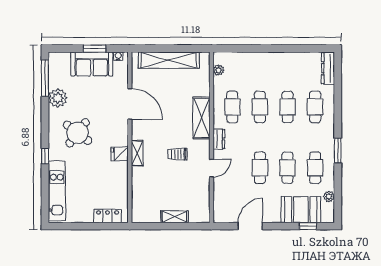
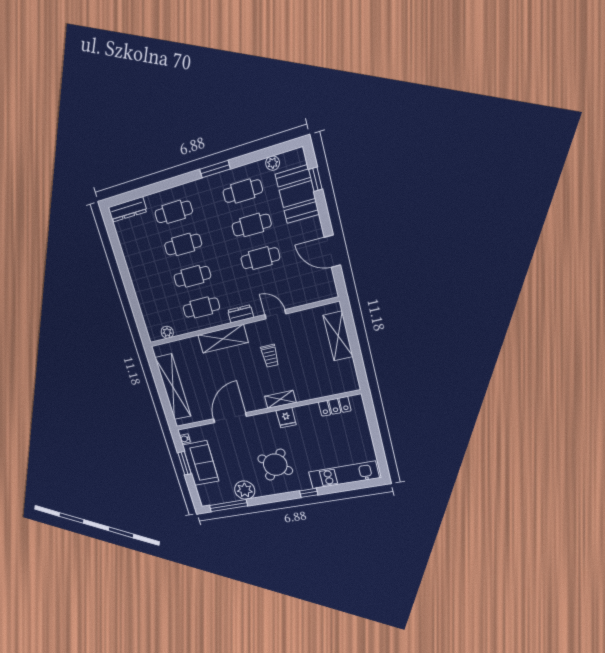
locker: (107, 216) -> (335, 406), moved, turned -90
shelving: (175, 217) -> (338, 336), width x1.50, depth x1.33

